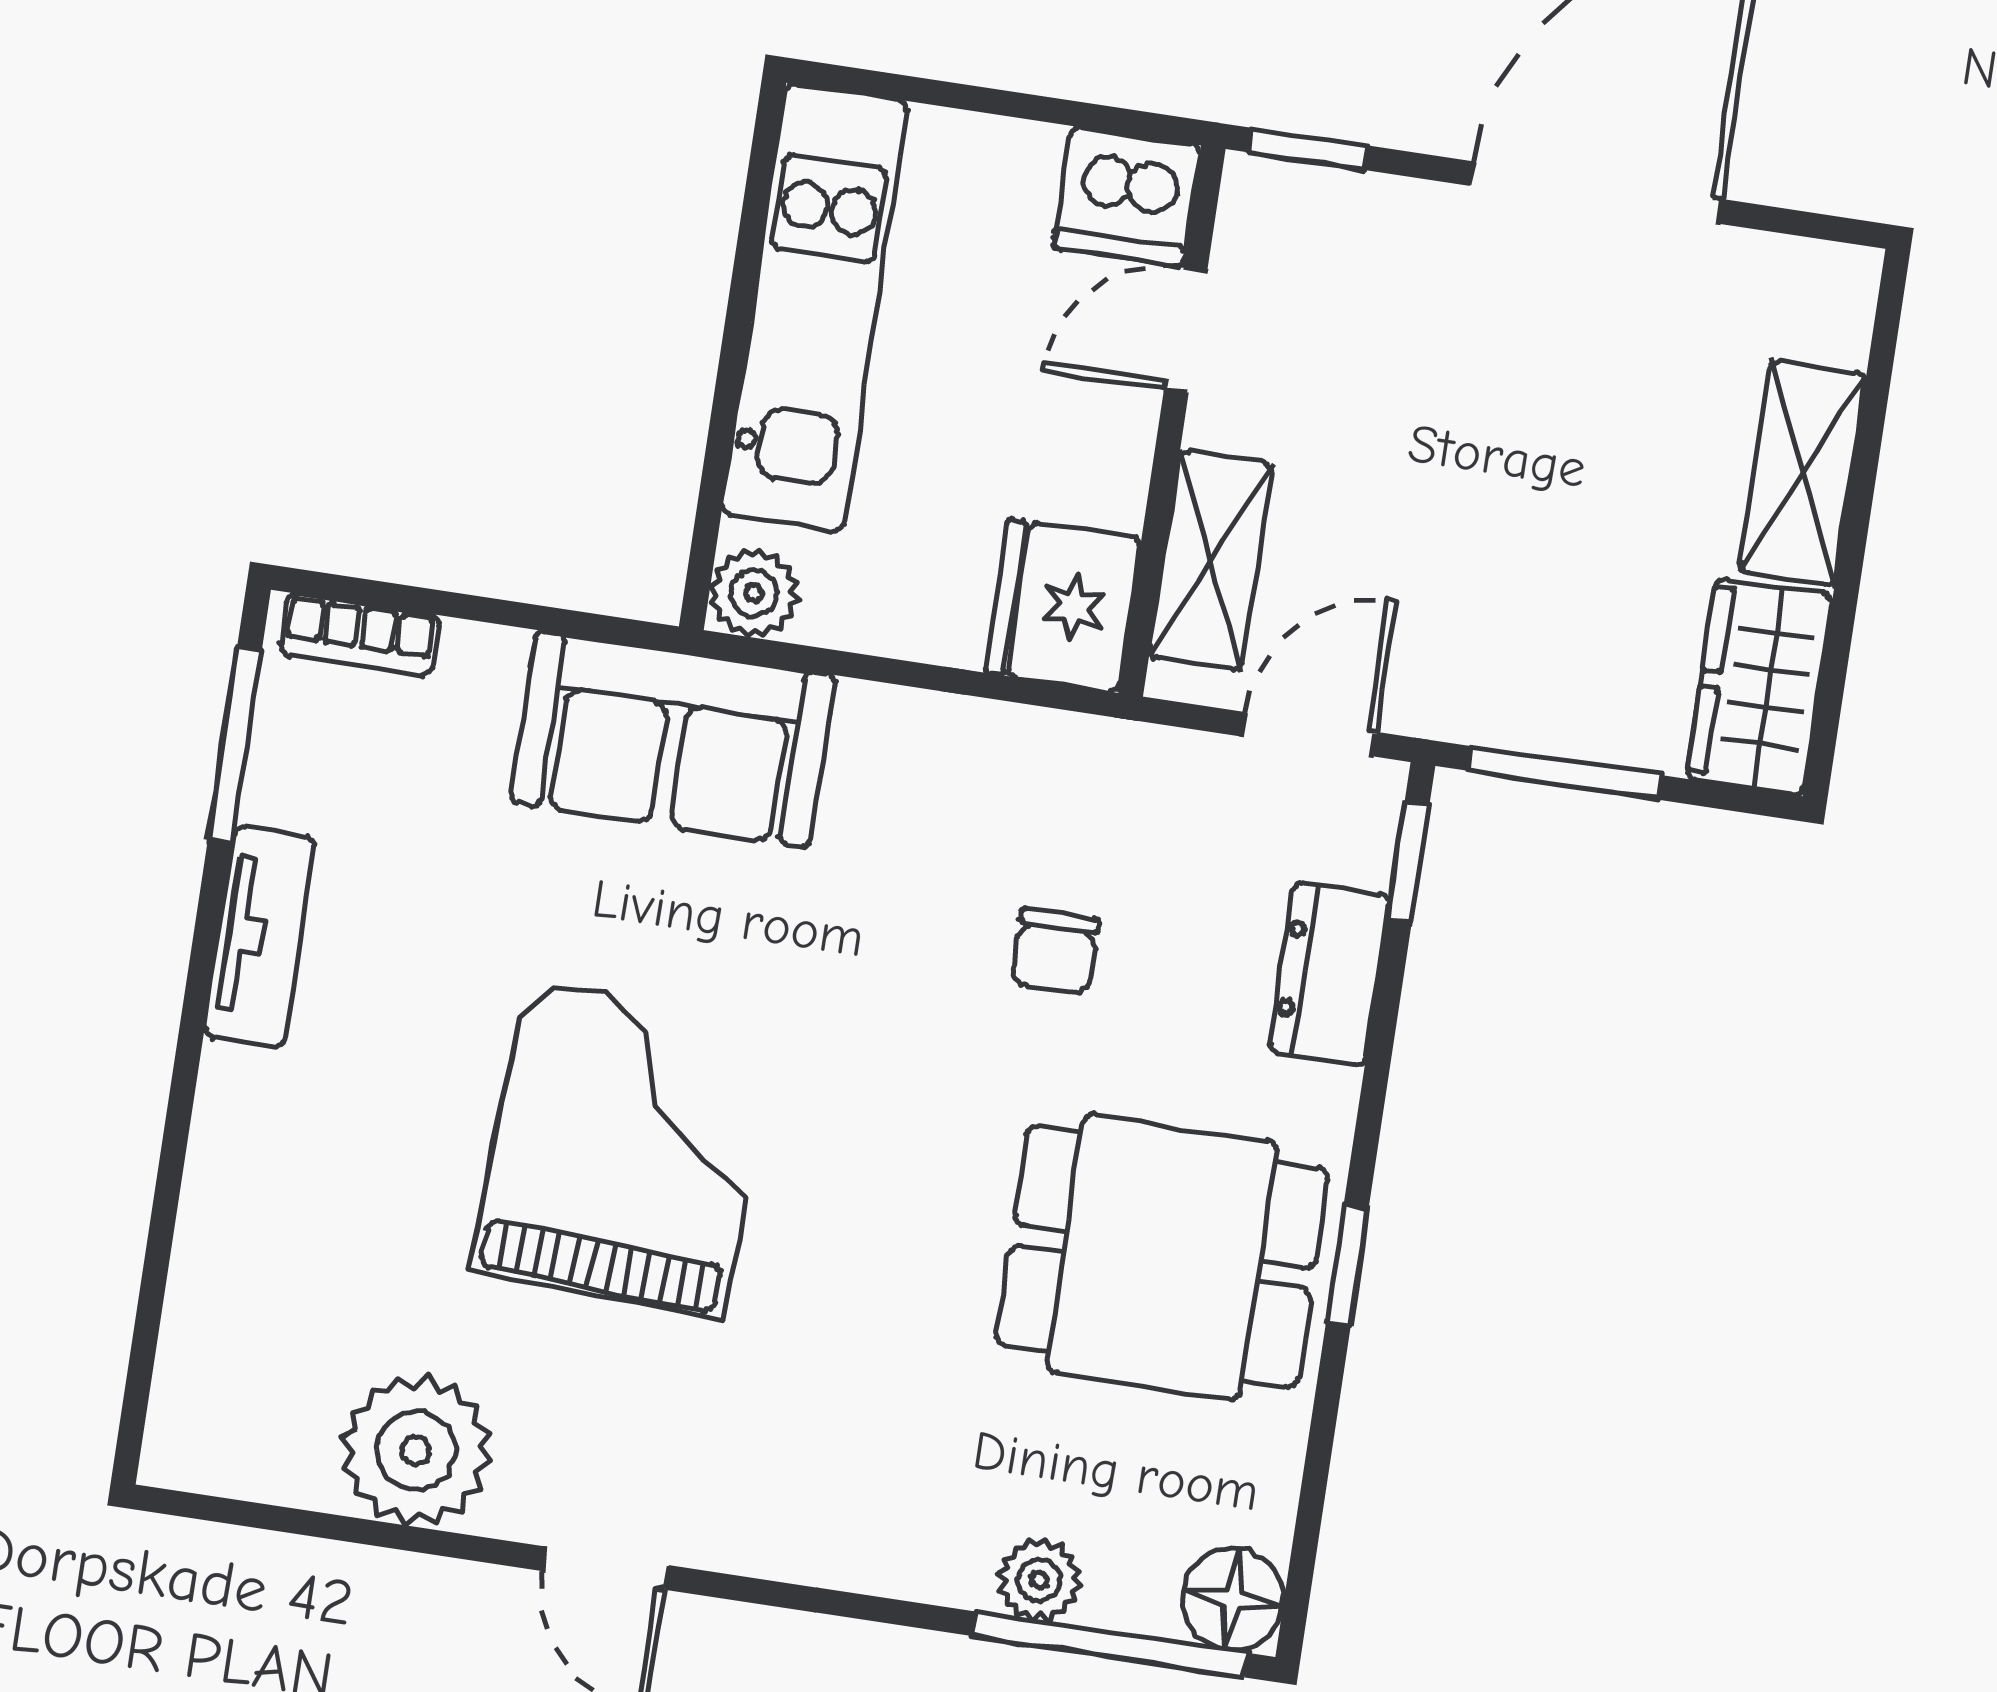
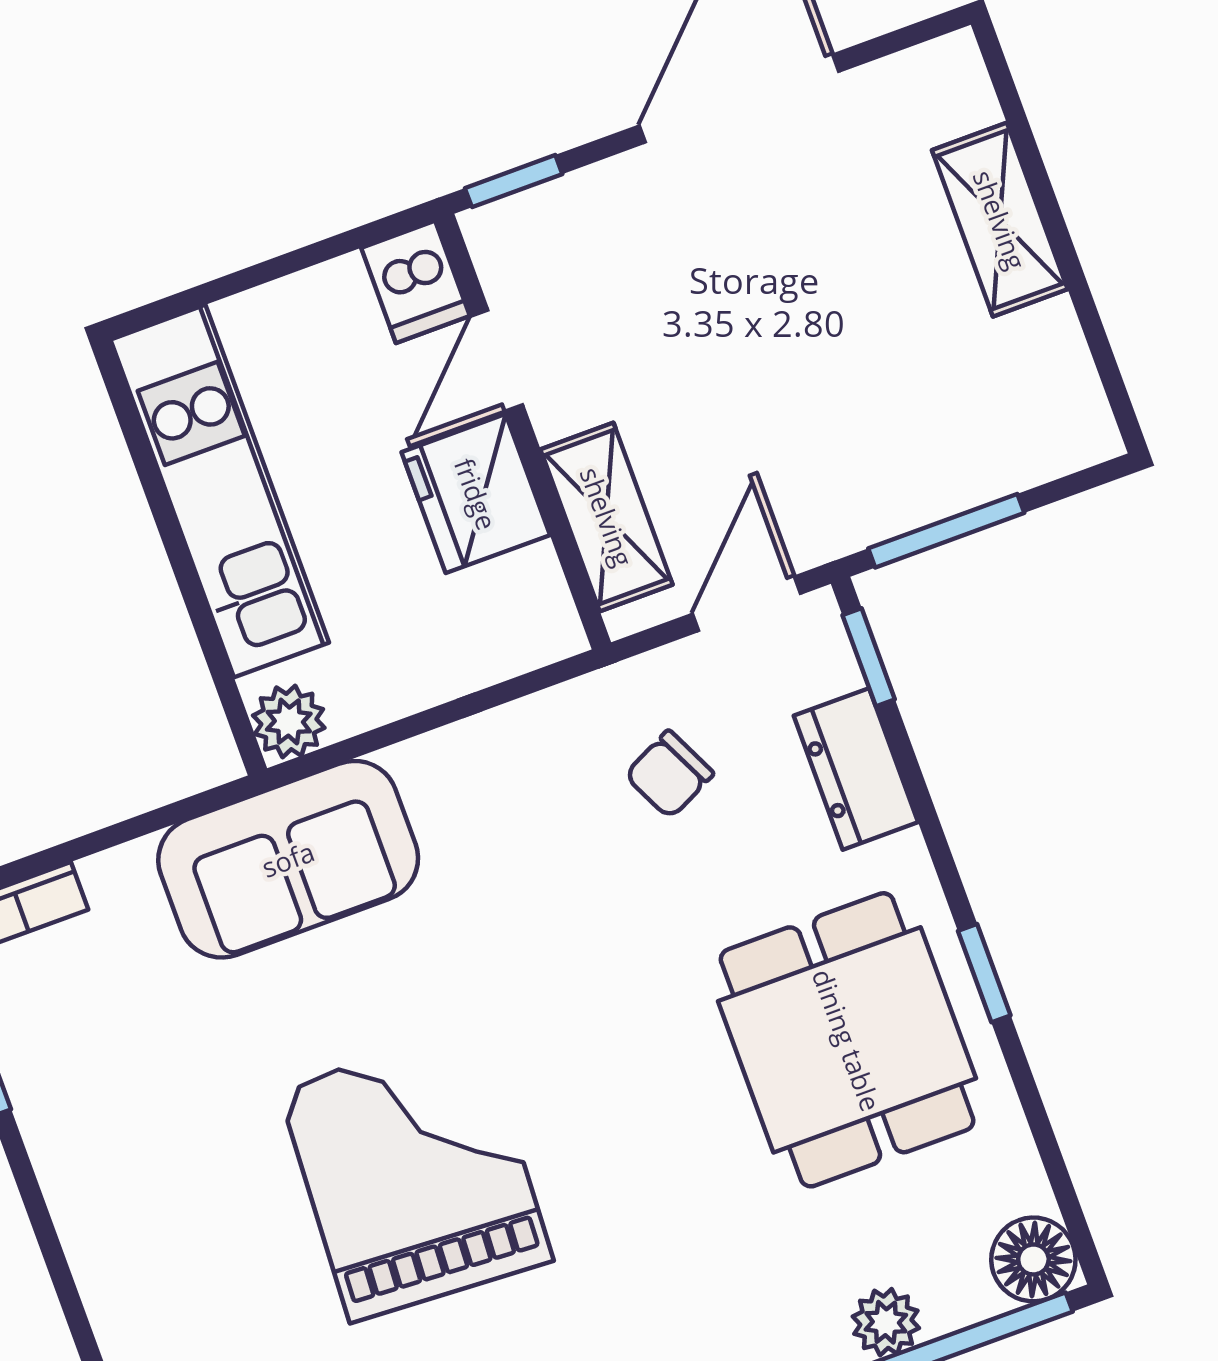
dishwasher: (1127, 196) -> (415, 282), width x0.73
fridge: (1063, 605) -> (476, 494), moved
wardrobe: (1759, 687) -> (1053, 391), removed
tv unit: (259, 937) -> (67, 1166), removed
chair: (1055, 952) -> (669, 774), moved, turned 64
dining table: (1162, 1257) -> (847, 1040), turned 90

